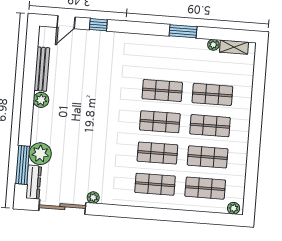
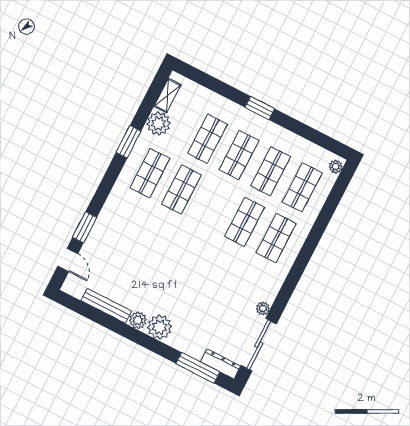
window: (98, 25) -> (85, 227), width x1.50
plant: (213, 45) -> (158, 123), width x1.87, depth x1.87
shop shelf: (160, 122) -> (150, 173), moved
window: (255, 126) -> (260, 108), added
plant: (40, 154) -> (160, 327), moved

